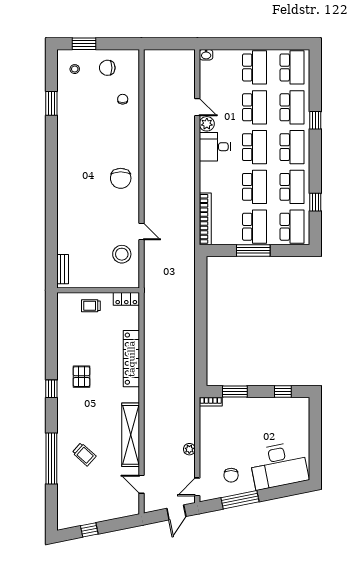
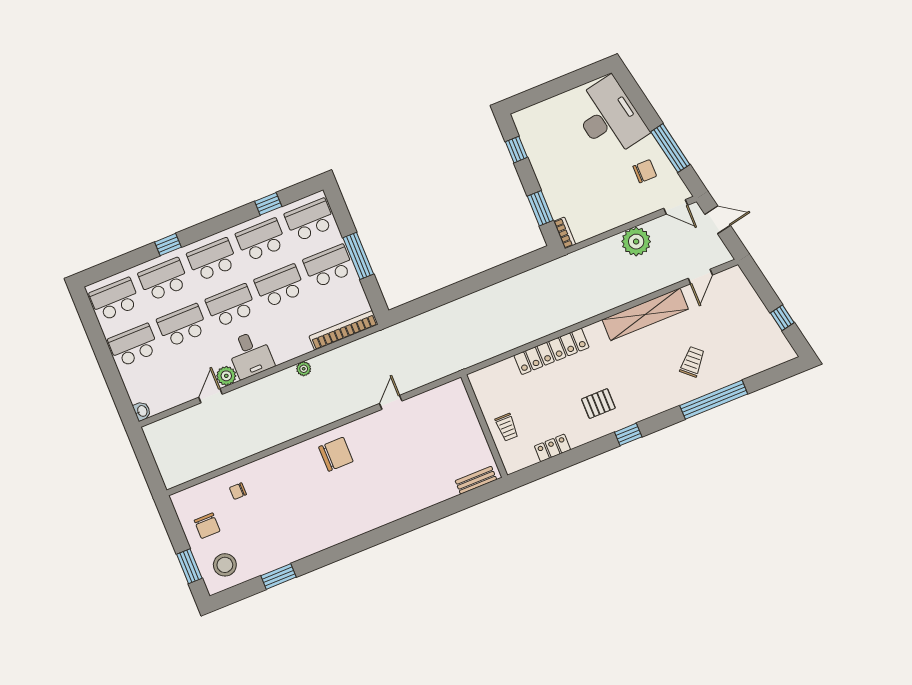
stool: (75, 69) -> (225, 565), width x1.89, depth x1.89
plant: (190, 180) -> (304, 369), added
stool: (122, 254) -> (428, 415), removed
locker: (126, 299) -> (552, 448), moved, turned -90
plant: (189, 449) -> (636, 242), width x1.87, depth x1.87

